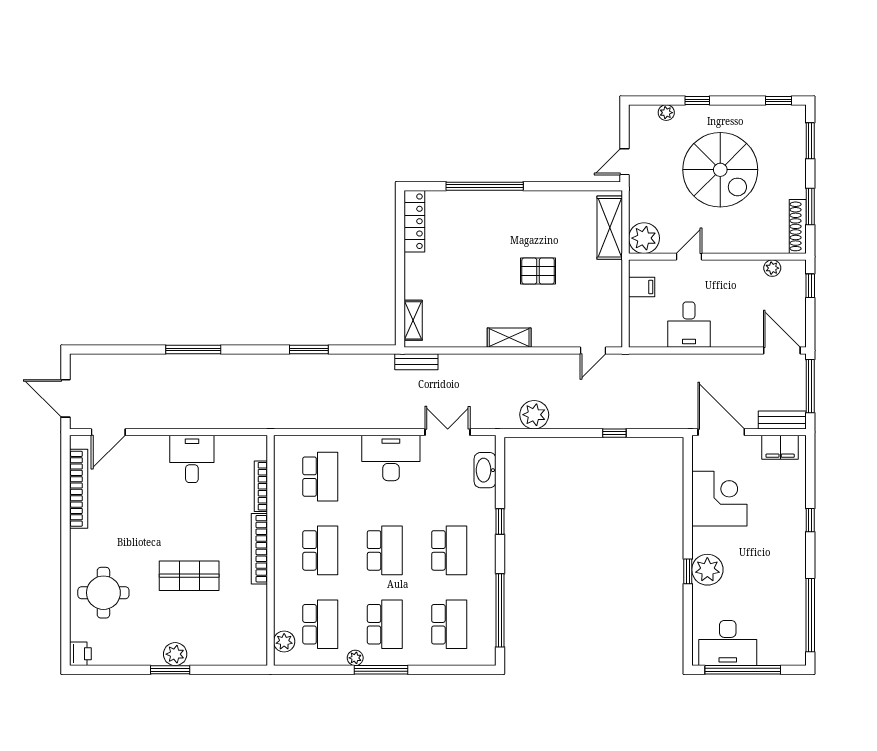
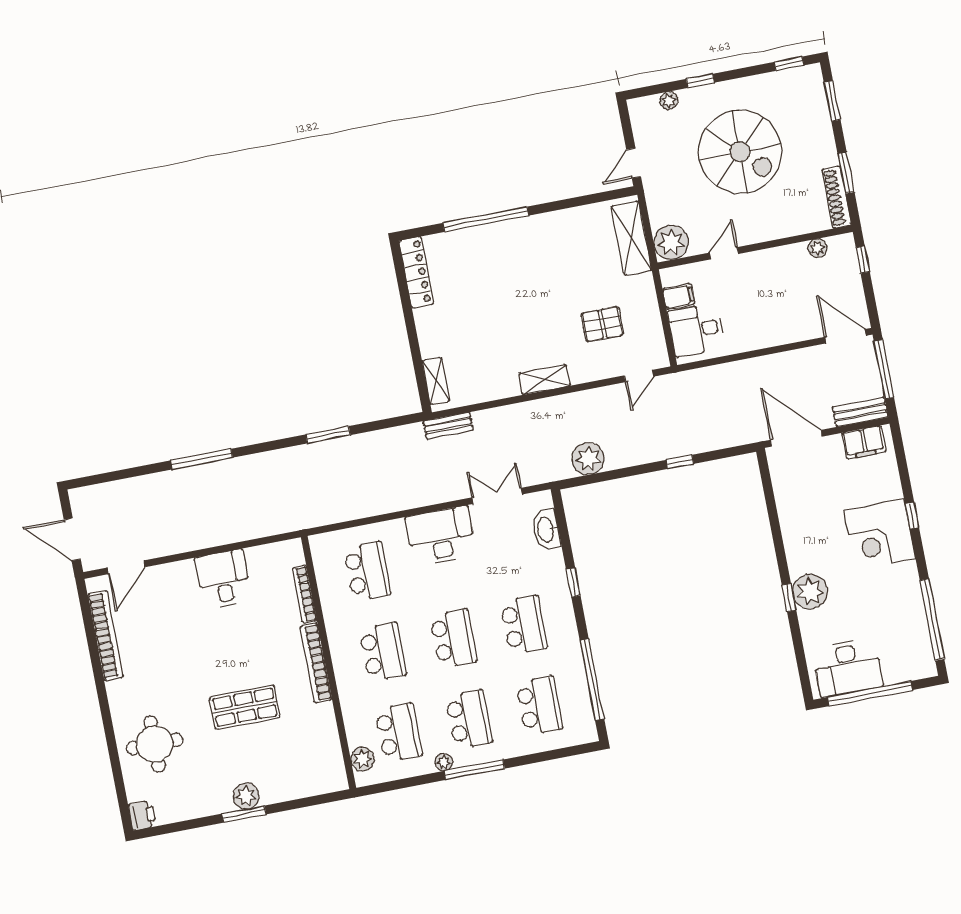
pallet: (538, 271) -> (602, 324), moved
desk: (689, 325) -> (696, 330), moved, turned 90
corner desk: (719, 499) -> (880, 535), moved, turned 180

